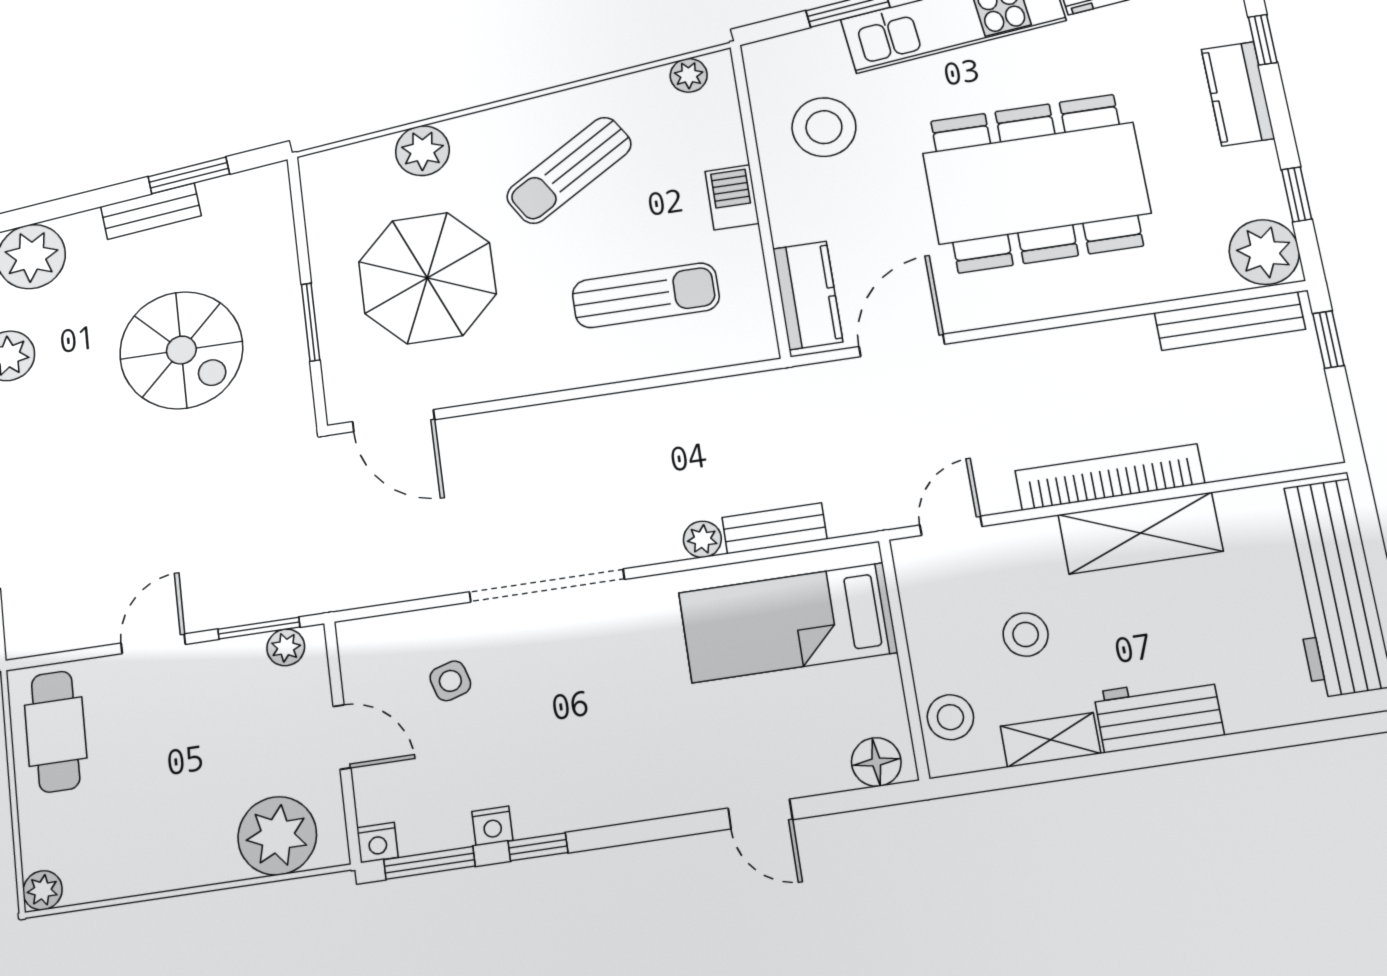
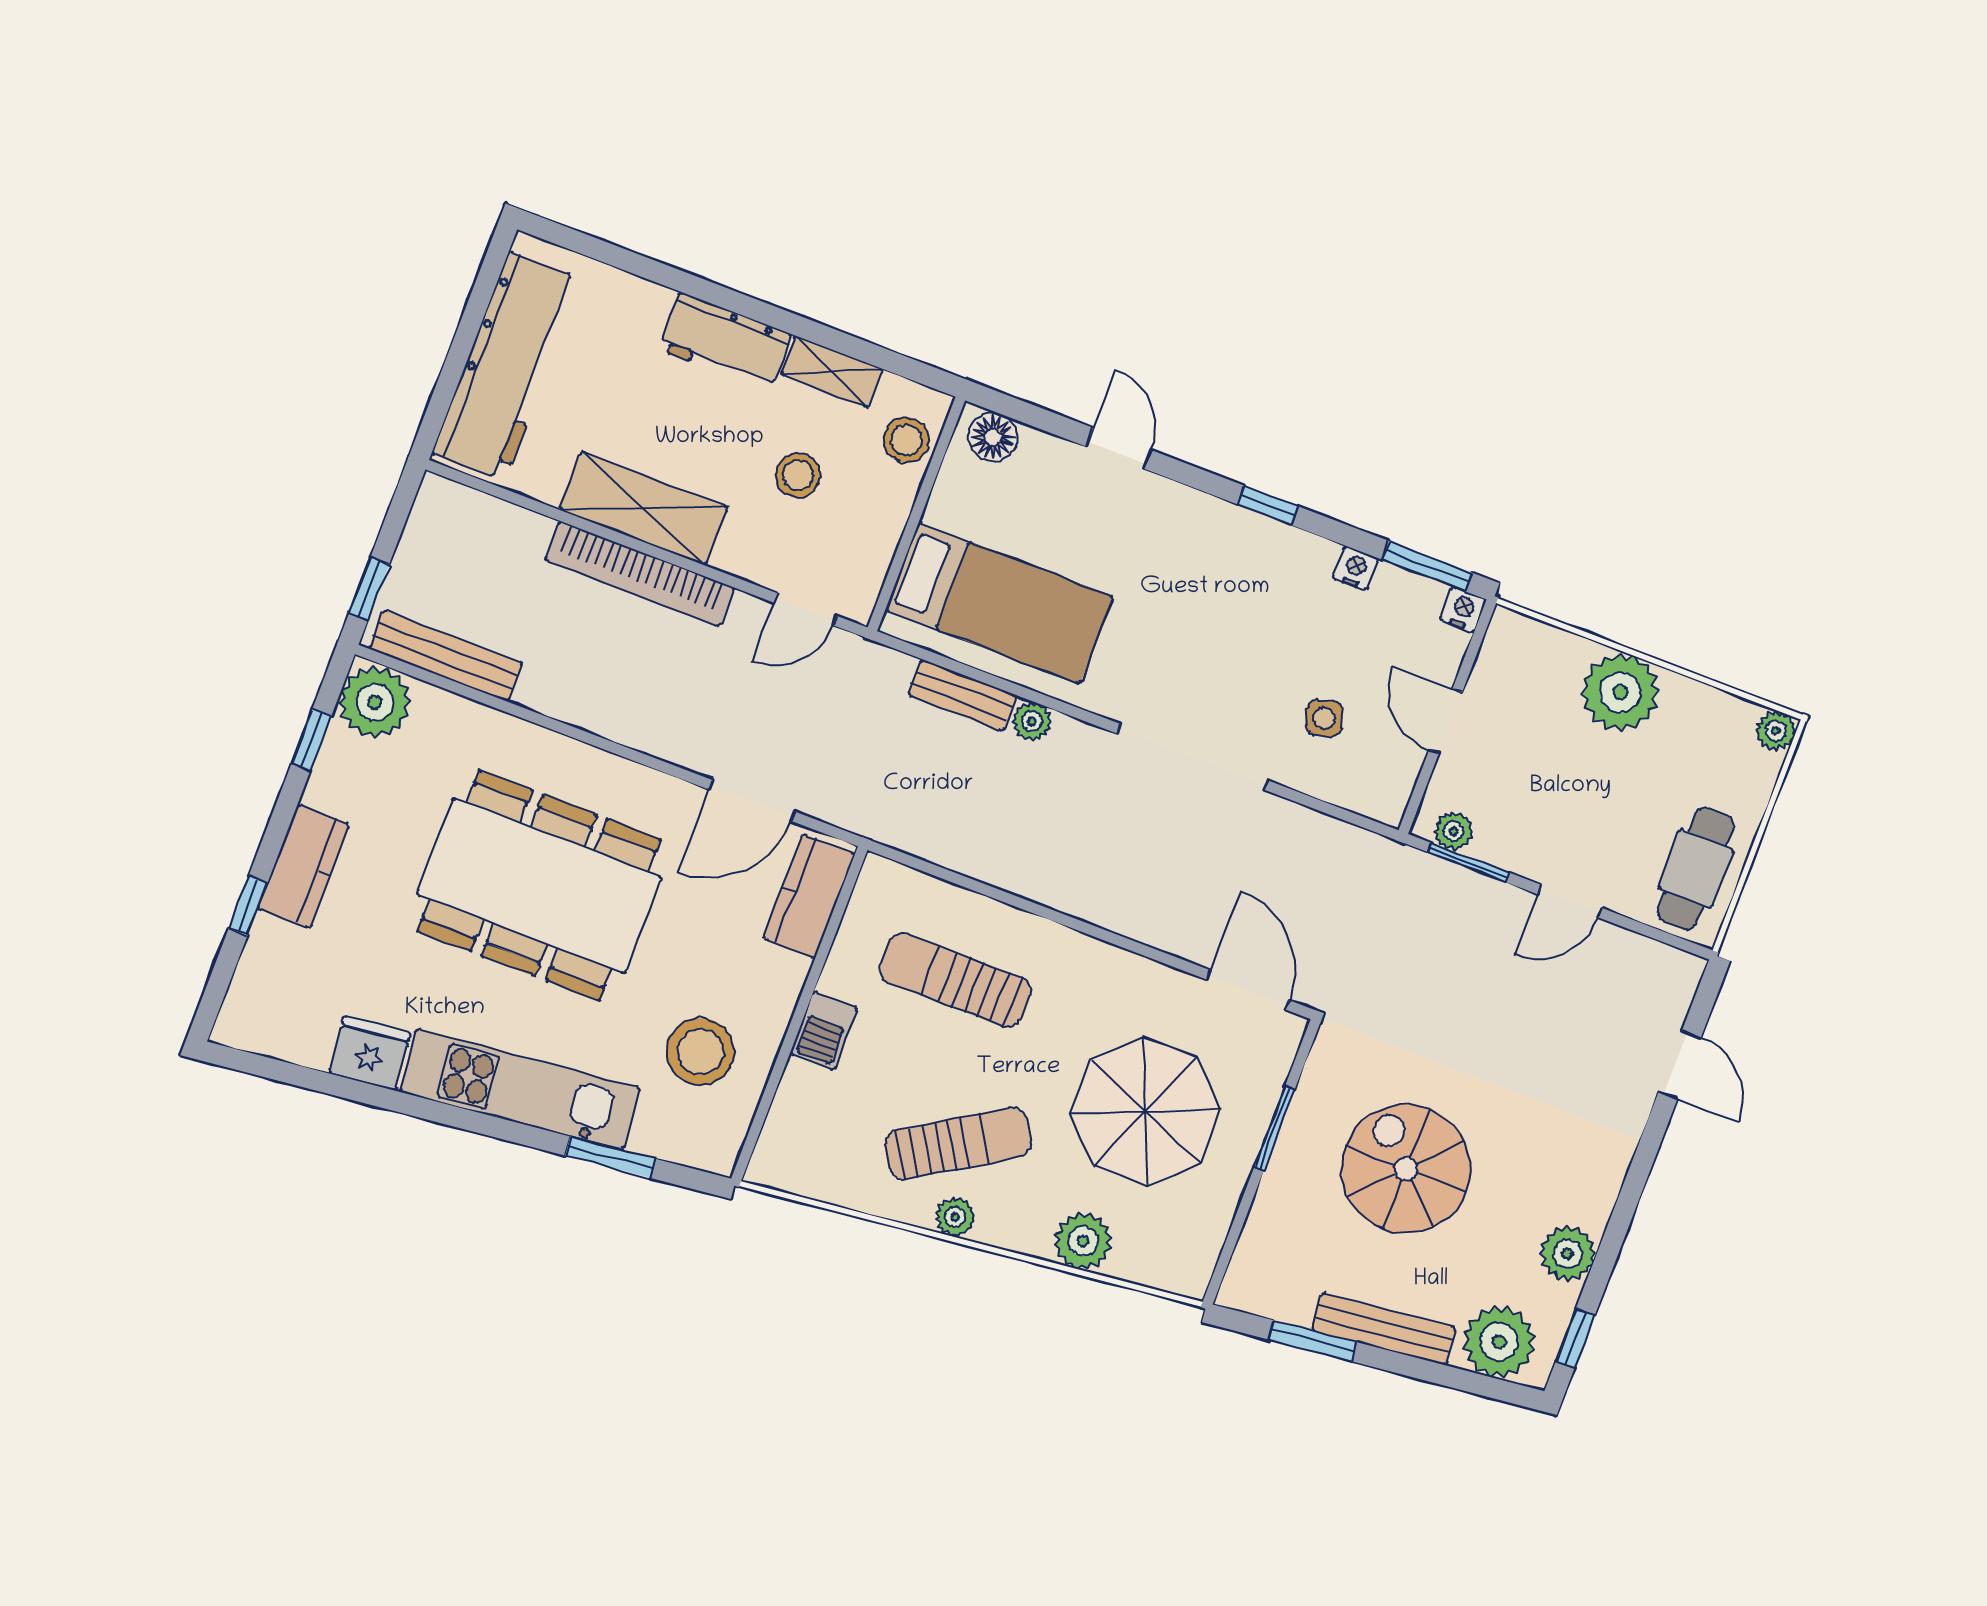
plant: (689, 75) -> (955, 1217), moved
bench: (151, 211) -> (1384, 1329), width x1.36
plant: (277, 836) -> (1620, 692), moved
window: (538, 847) -> (1268, 505), moved

